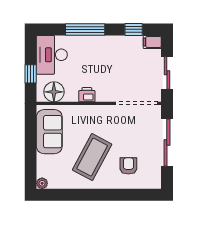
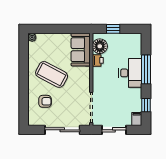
desk: (52, 55) -> (130, 73), moved, turned 90
printer: (87, 95) -> (98, 60), moved
sofa: (49, 132) -> (81, 50), moved, turned 90

